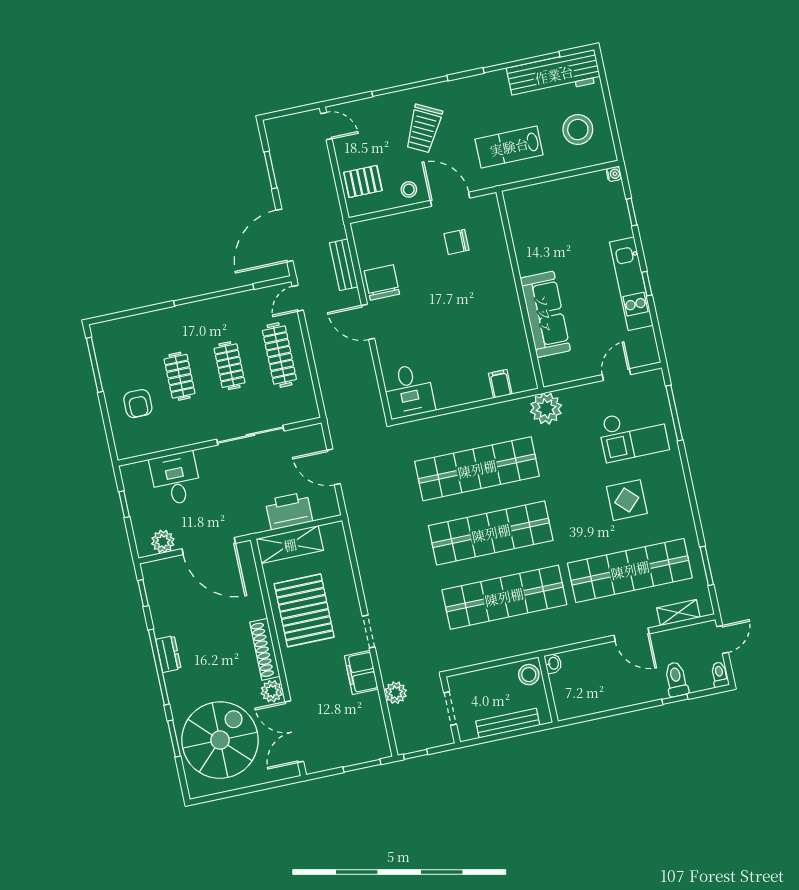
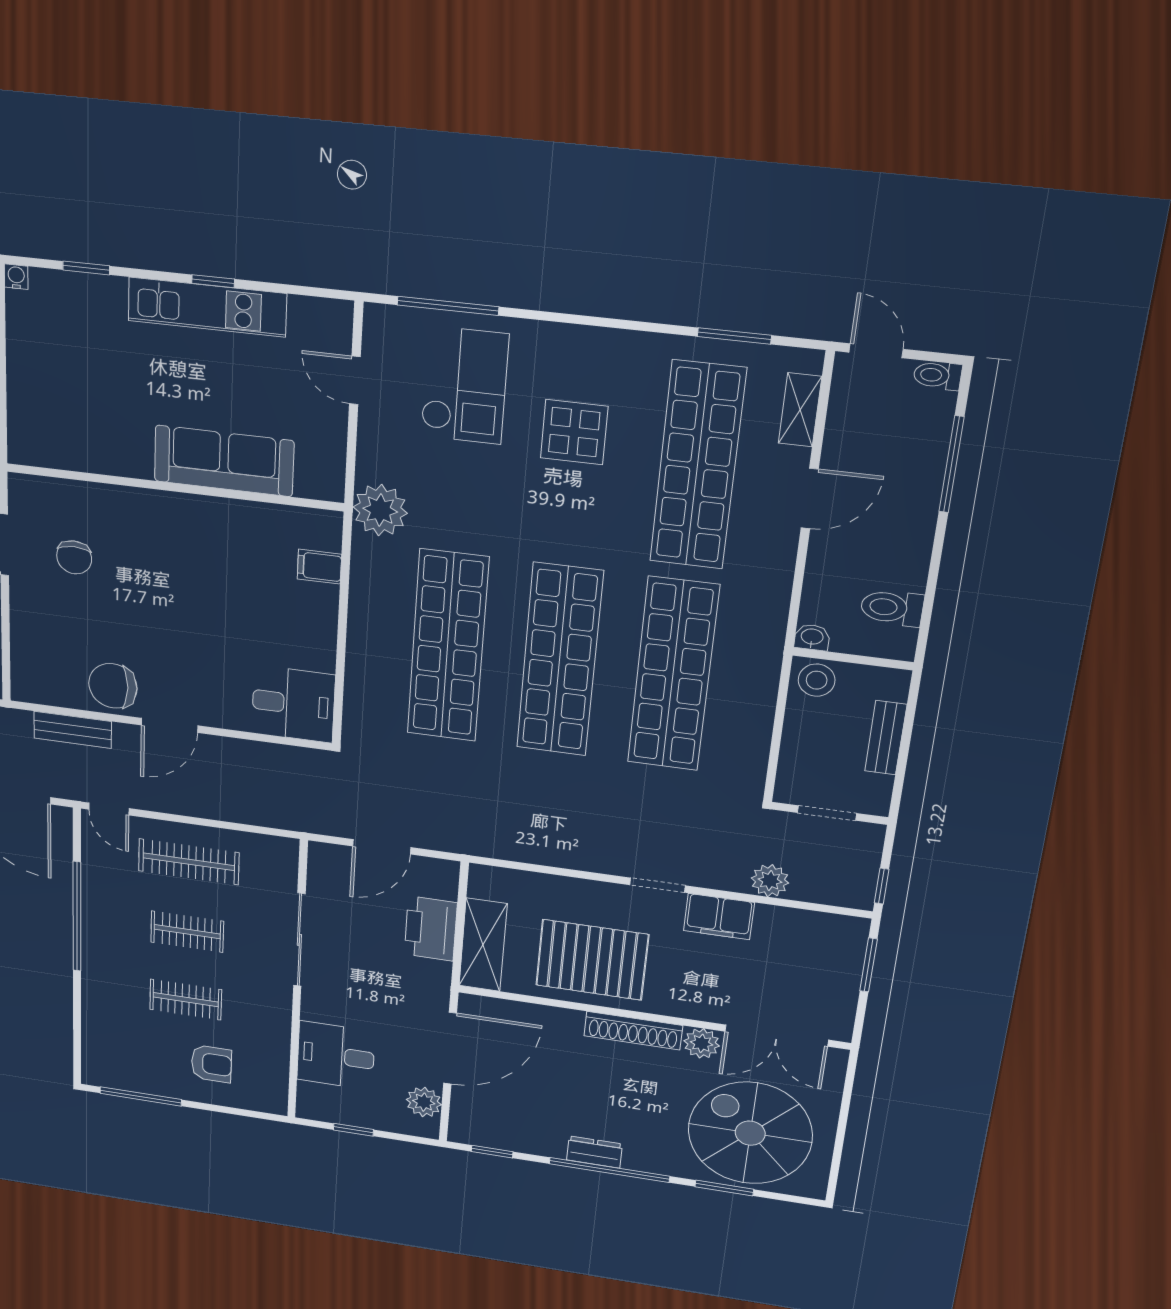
toilet: (676, 679) -> (892, 608), moved
window: (675, 699) -> (951, 464), width x2.17
bench: (508, 723) -> (886, 738), width x0.73

